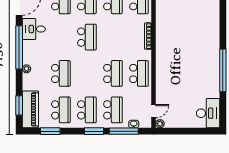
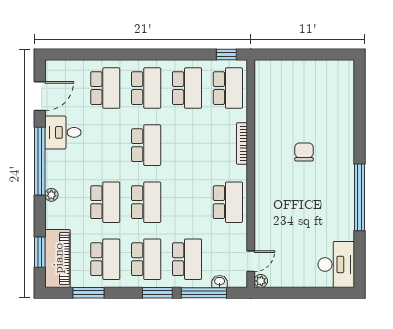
chair: (188, 41) -> (304, 152), added
school desk: (113, 73) -> (146, 202), moved

